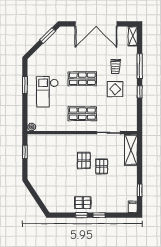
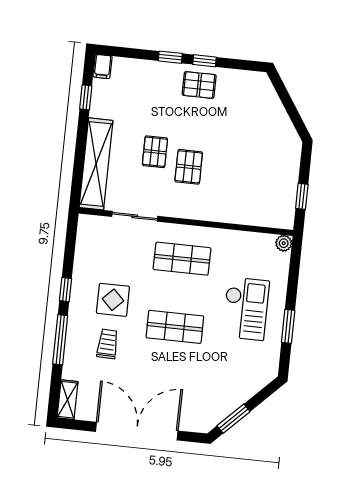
shelving: (131, 150) -> (96, 164), width x1.47

